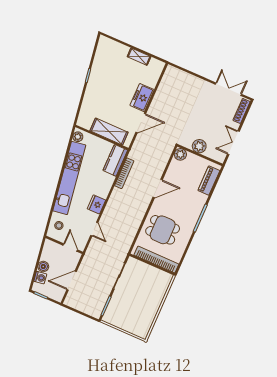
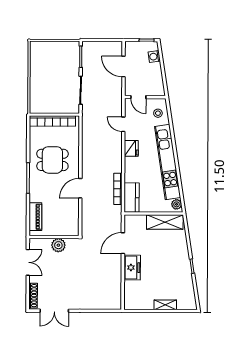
shelving: (139, 57) -> (165, 305), moved
shelving: (109, 132) -> (165, 222), moved
plant: (180, 154) -> (73, 230), removed
dining table: (163, 230) -> (52, 160), moved
boiler: (43, 266) -> (156, 68), removed
door: (72, 281) -> (123, 67), swing flipped

